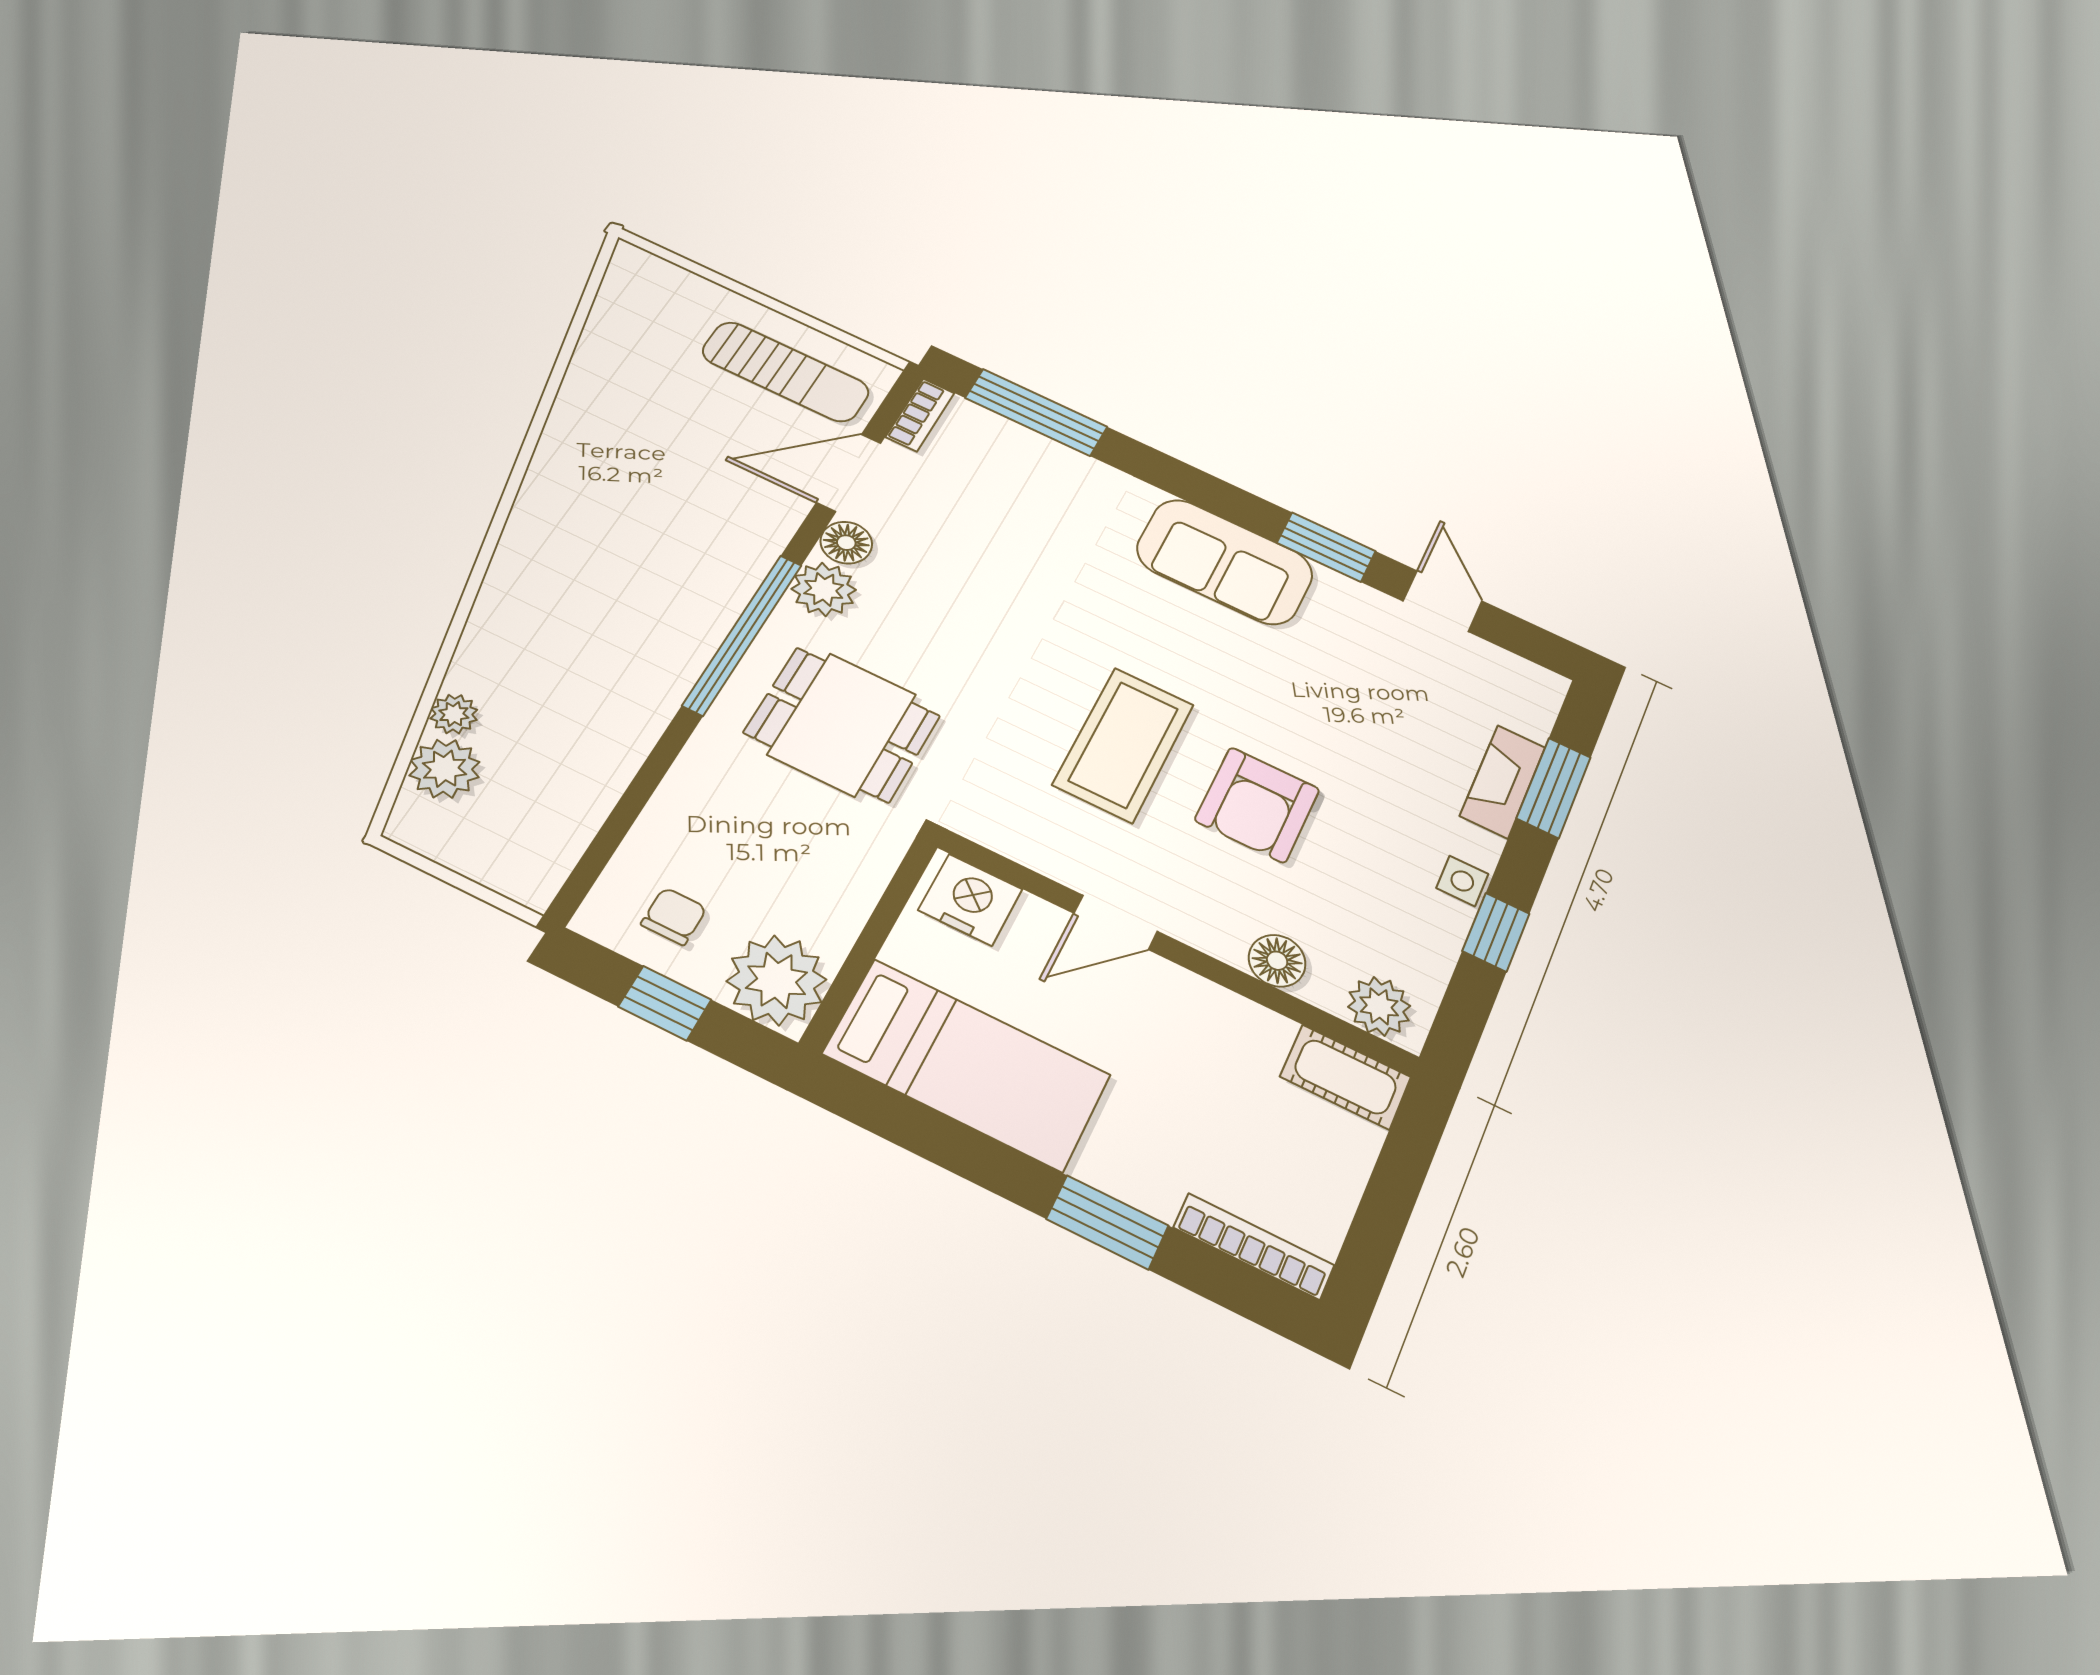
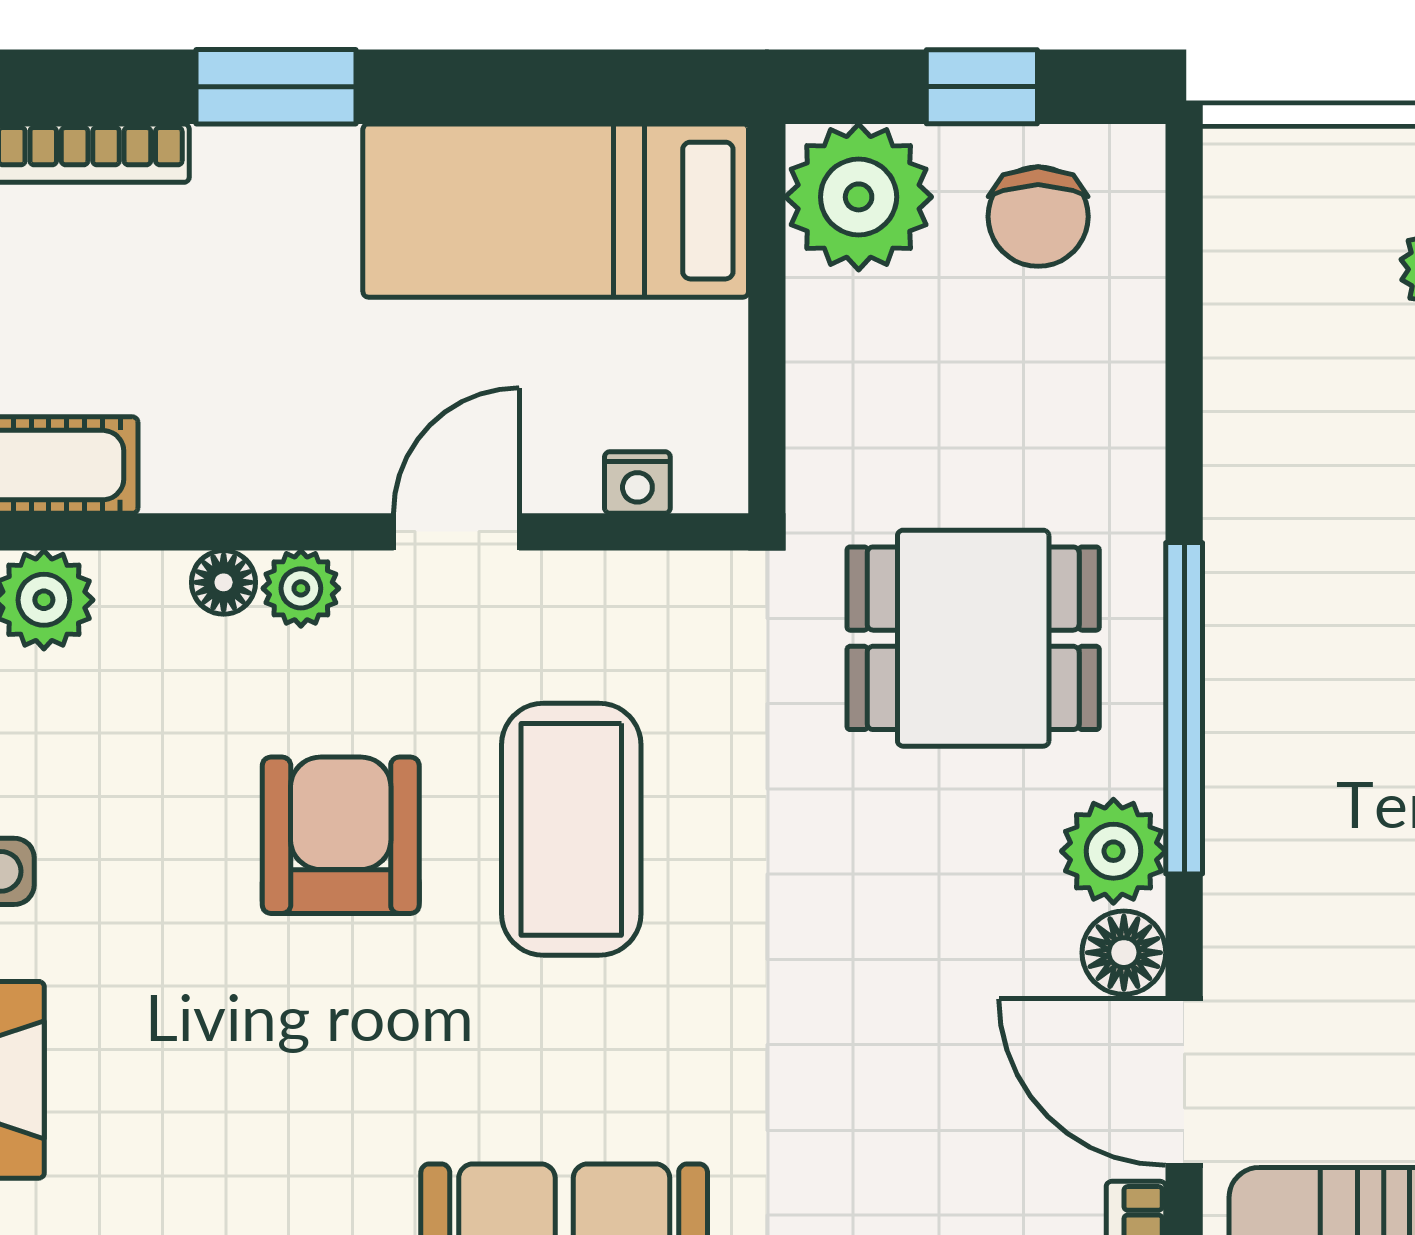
door: (849, 473) -> (1184, 1082), swing flipped
nightstand: (970, 900) -> (637, 482), width x0.53, depth x0.56
chair: (674, 916) -> (1038, 217), width x1.37, depth x1.37
plant: (1222, 938) -> (301, 588), added
floor lamp: (1277, 961) -> (224, 582), width x0.73, depth x0.73

